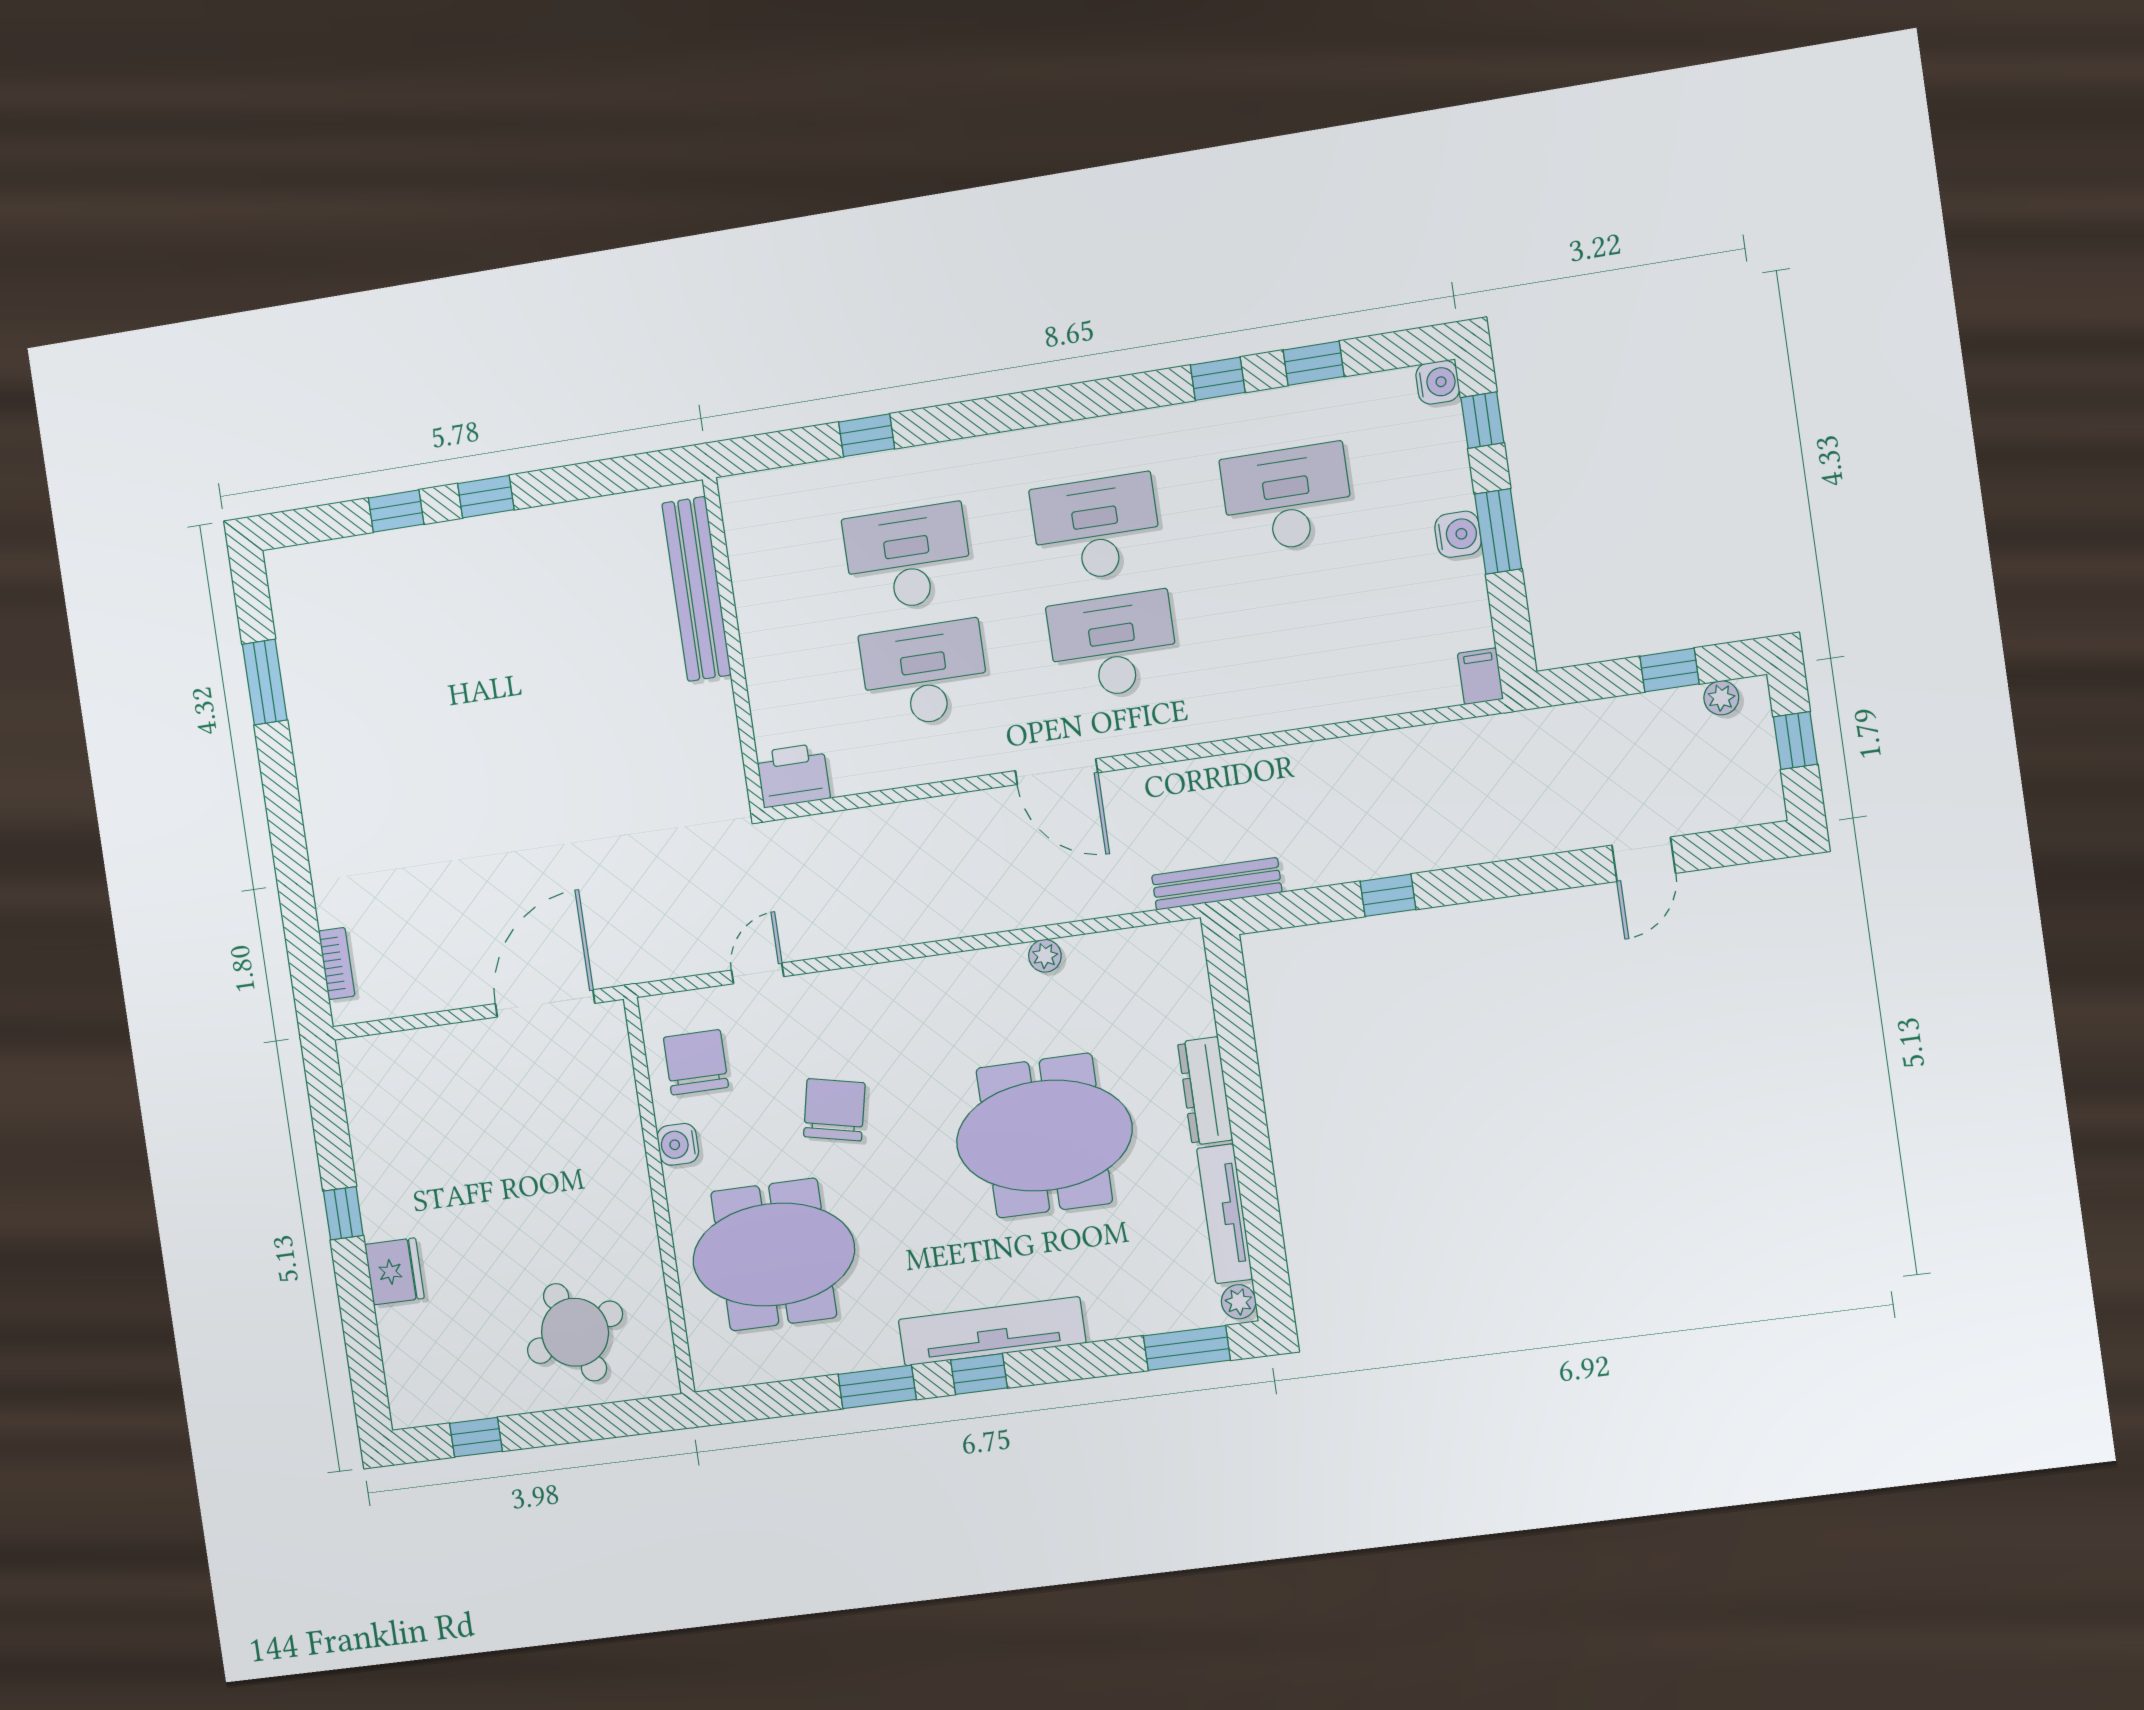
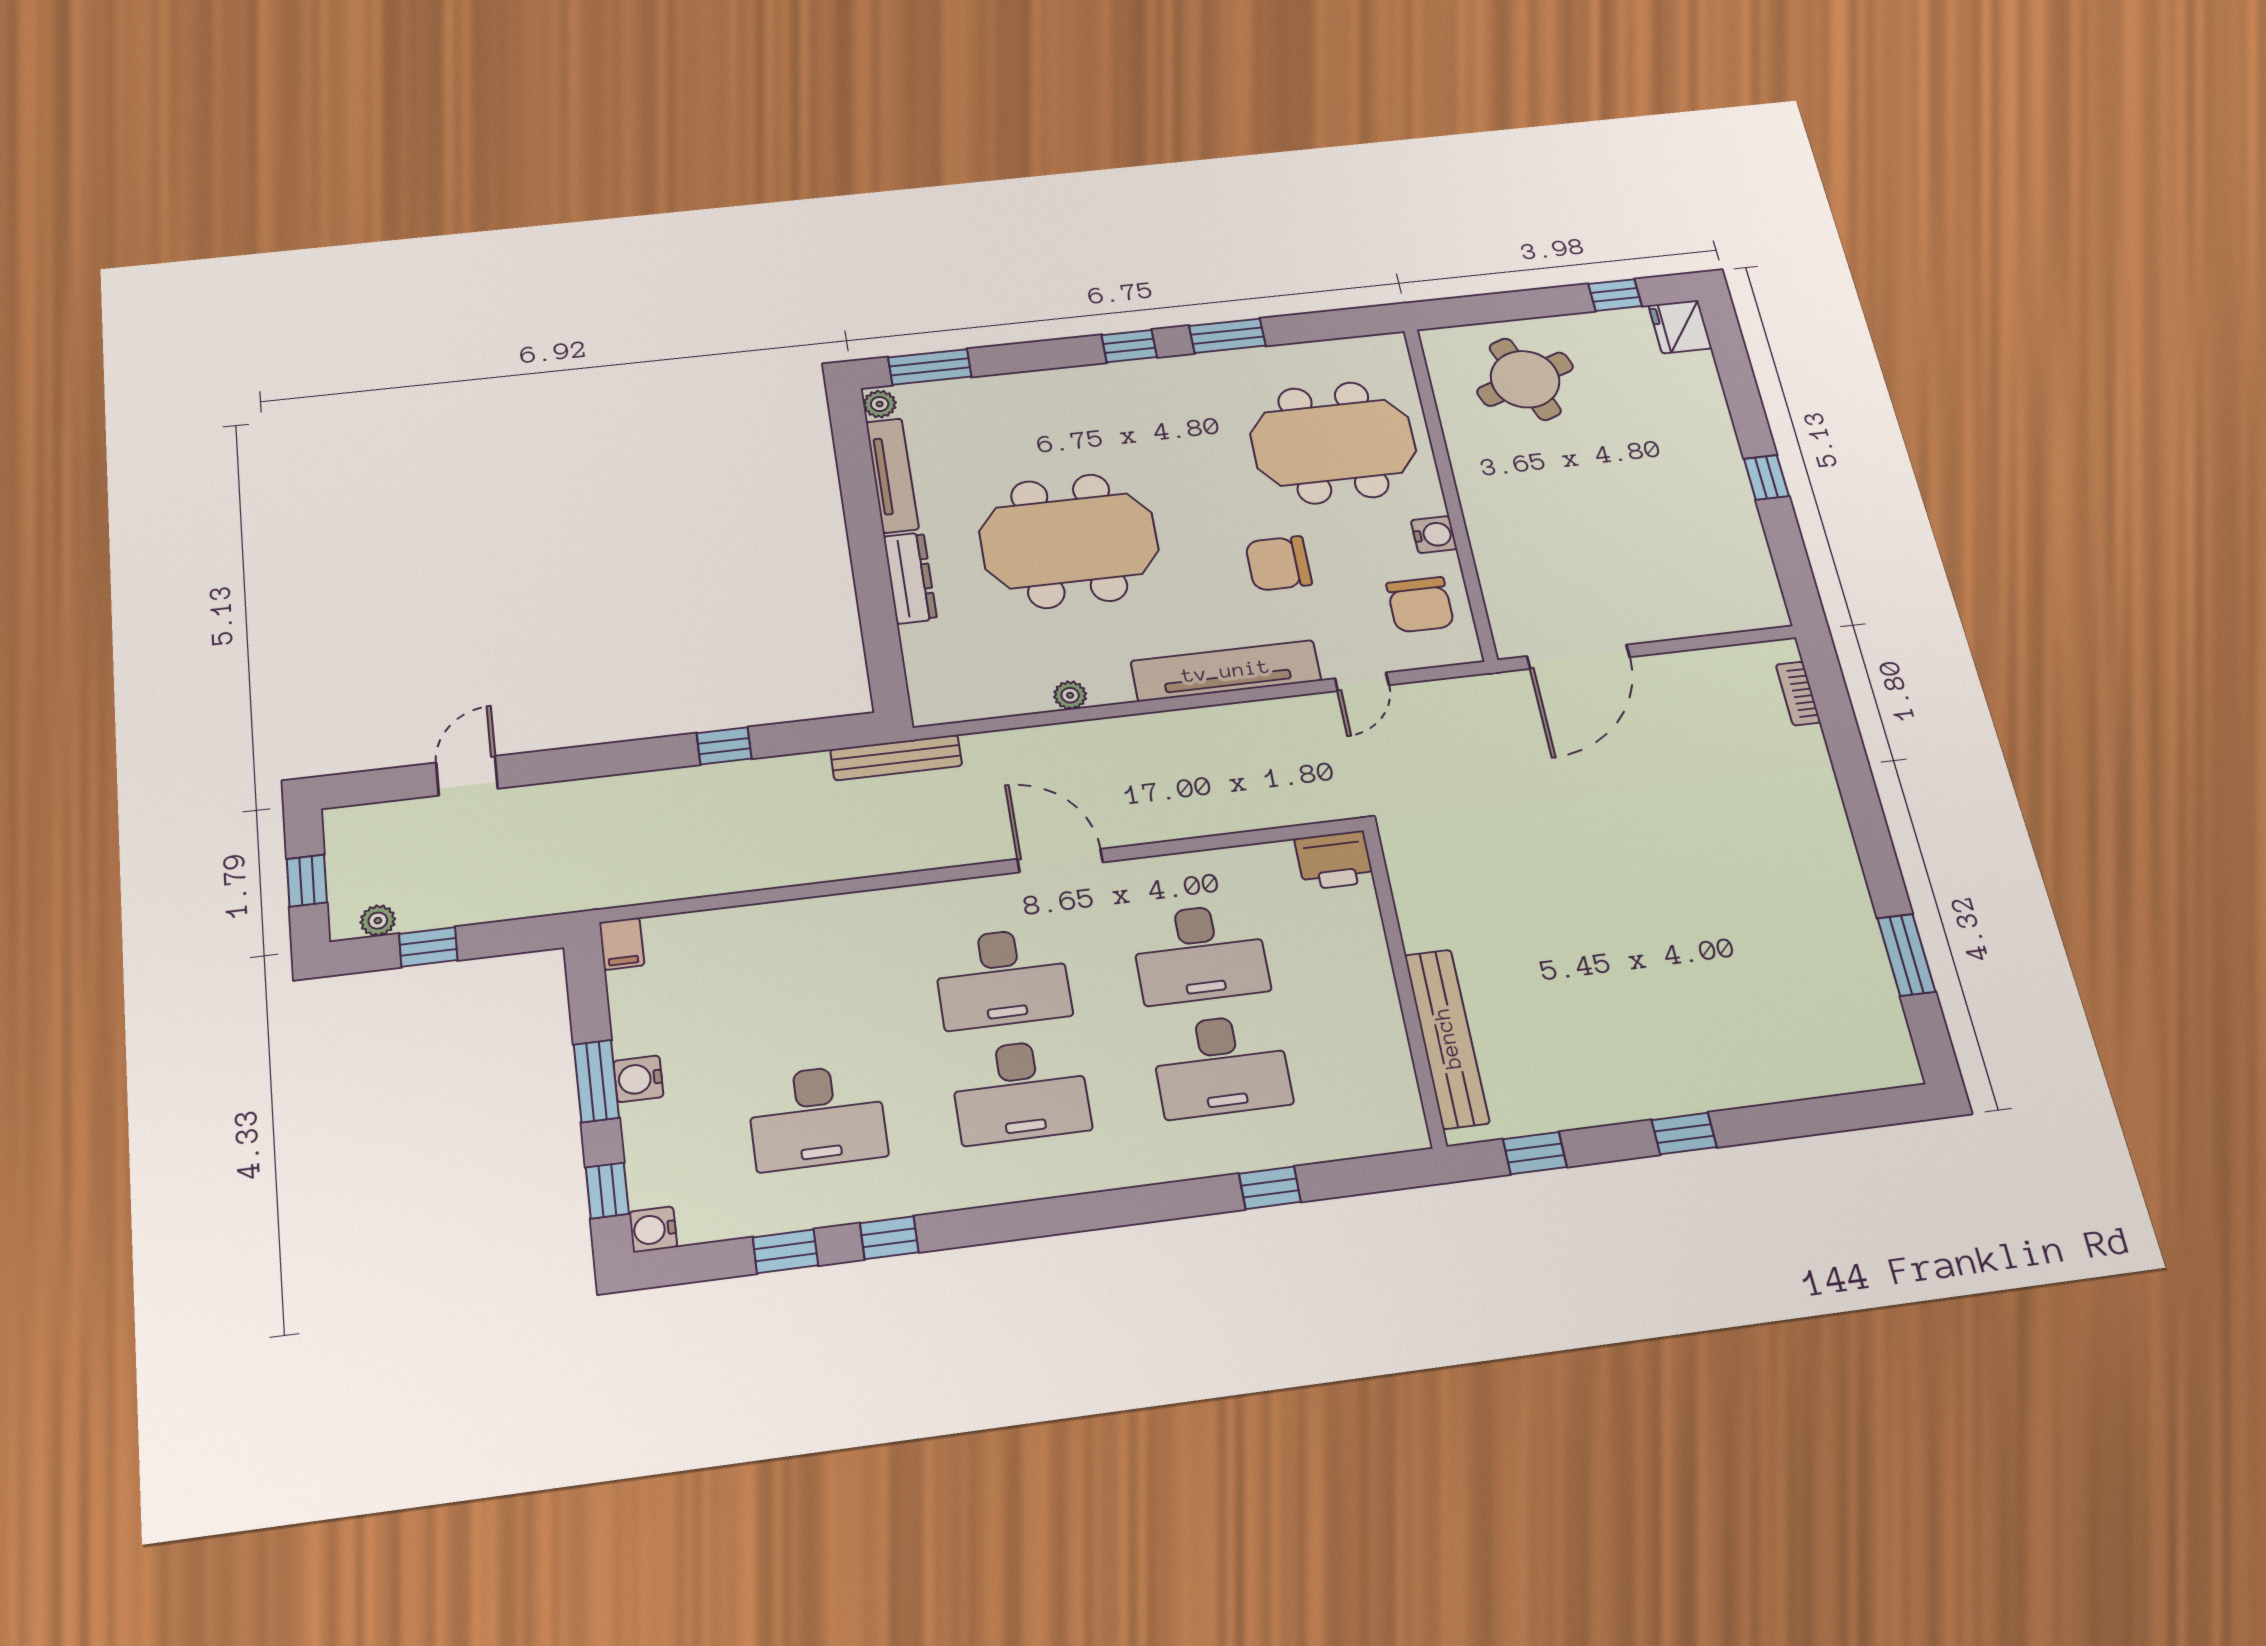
window: (396, 511) -> (1535, 1153), moved
chair: (834, 1110) -> (1279, 563), turned 78
fridge: (394, 1271) -> (1680, 327), moved
tv unit: (992, 1331) -> (1226, 671), moved, turned 180

